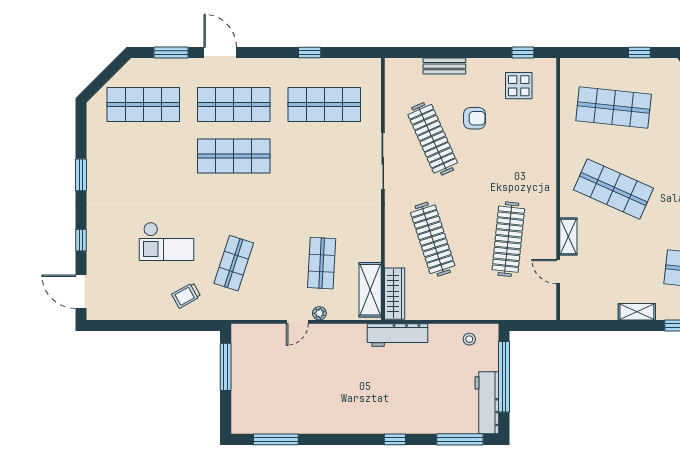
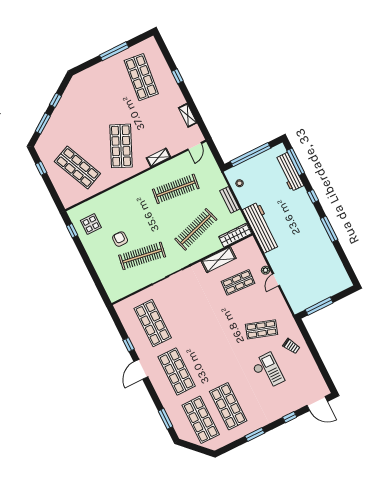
door: (220, 53) -> (141, 369), moved
bench: (444, 66) -> (230, 200), moved
shop shelf: (614, 108) -> (77, 168), turned -30
clothes rail: (433, 139) -> (142, 256), turned 33
shop shelf: (234, 156) -> (228, 406), moved
door: (558, 272) -> (195, 146), moved
shelving: (370, 290) -> (219, 260), moved
door: (81, 292) -> (317, 403), hinge flipped
shelving: (637, 312) -> (188, 115), moved
door: (297, 322) -> (276, 280), swing flipped
workbench: (397, 335) -> (261, 228), width x1.36, depth x1.32
workbench: (487, 403) -> (289, 172), moved, turned 90
window: (276, 439) -> (329, 229), moved

